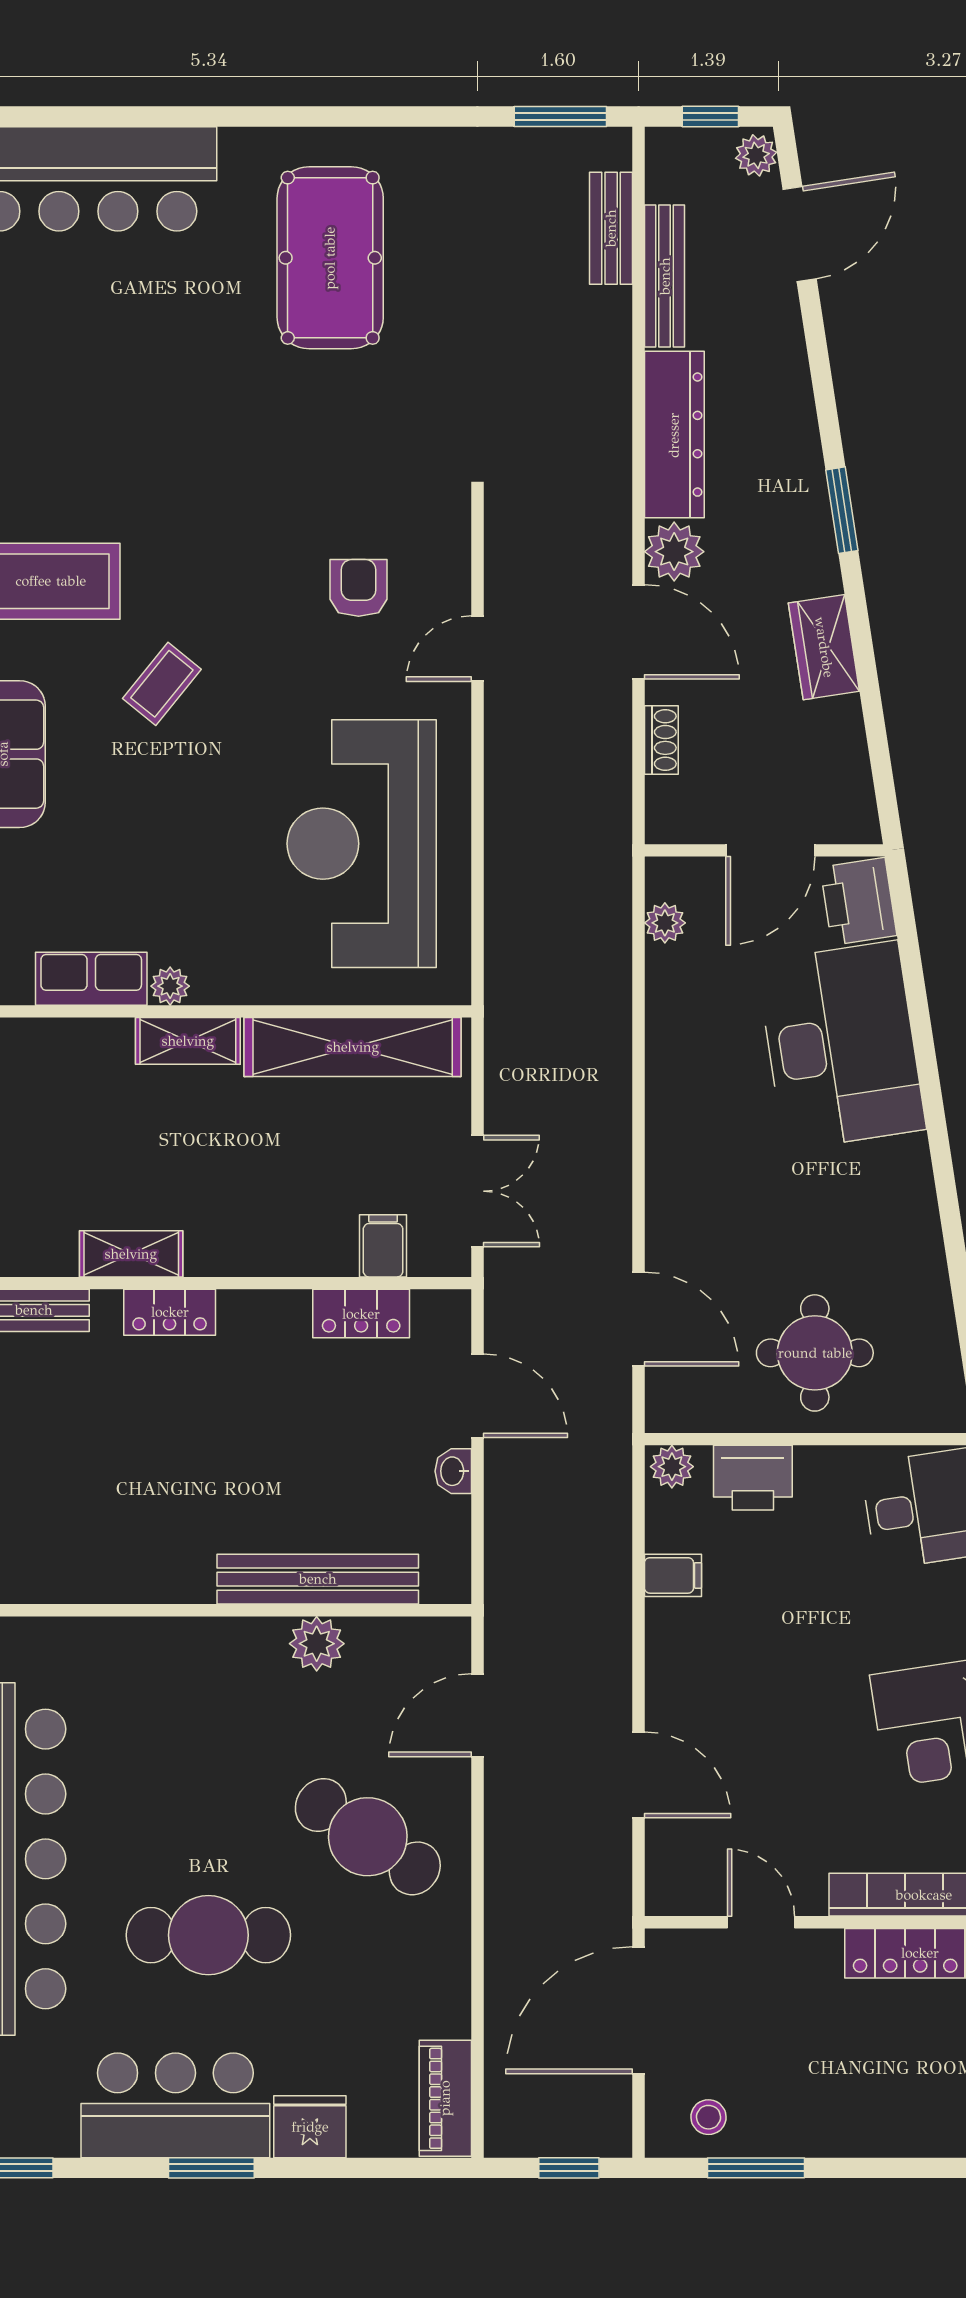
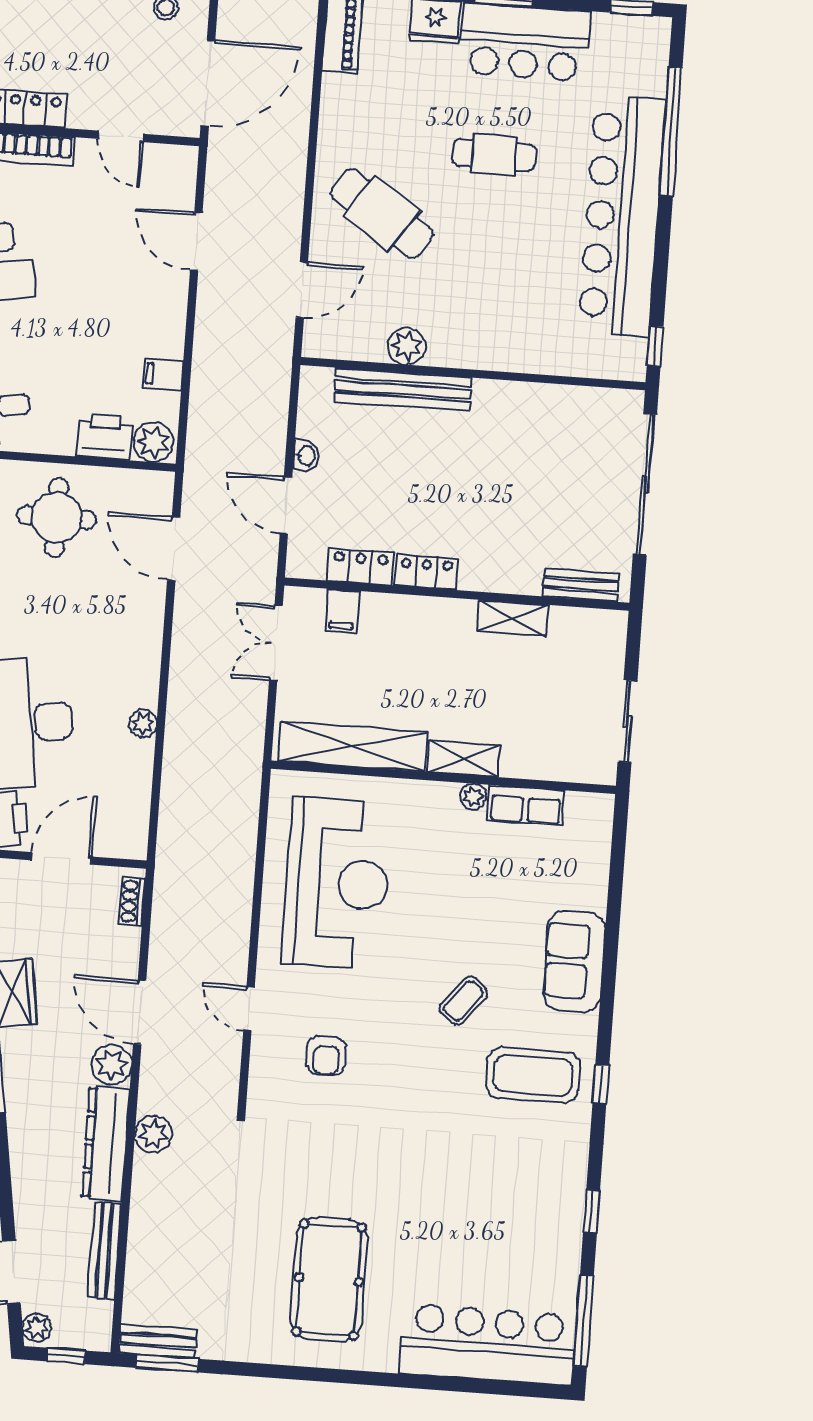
bench: (611, 228) -> (158, 1341), moved, turned 90
plant: (605, 453) -> (153, 1134), added
door: (477, 649) -> (249, 1009), swing flipped
shoe rack: (661, 740) -> (132, 901), moved
plant: (665, 923) -> (143, 723), moved
locker: (170, 1312) -> (426, 572), moved
plant: (672, 1467) -> (153, 442), width x1.38, depth x1.38
cafe table: (208, 1935) -> (494, 155), width x0.73, depth x0.74

